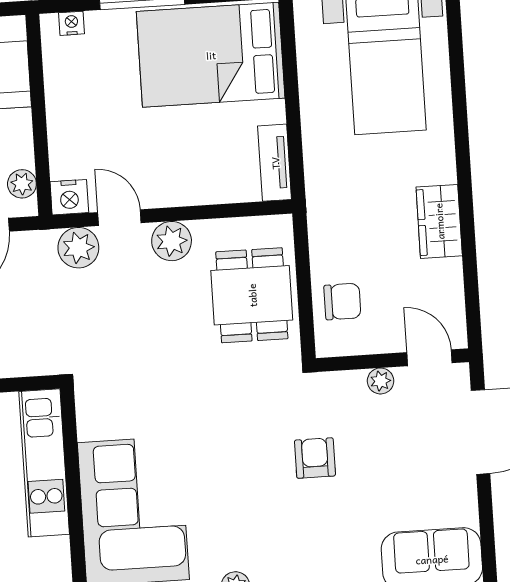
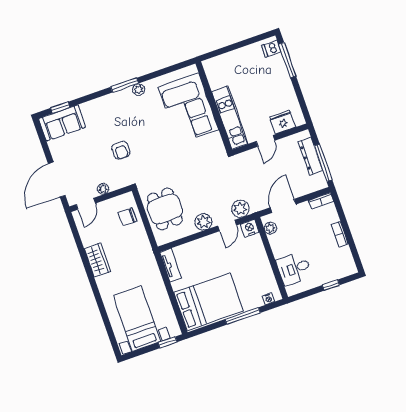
door: (119, 218) -> (227, 226), hinge flipped
door: (429, 358) -> (86, 204), hinge flipped

